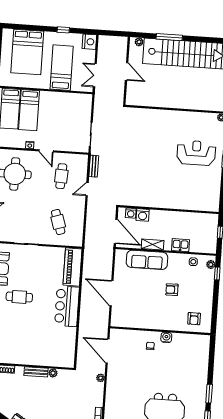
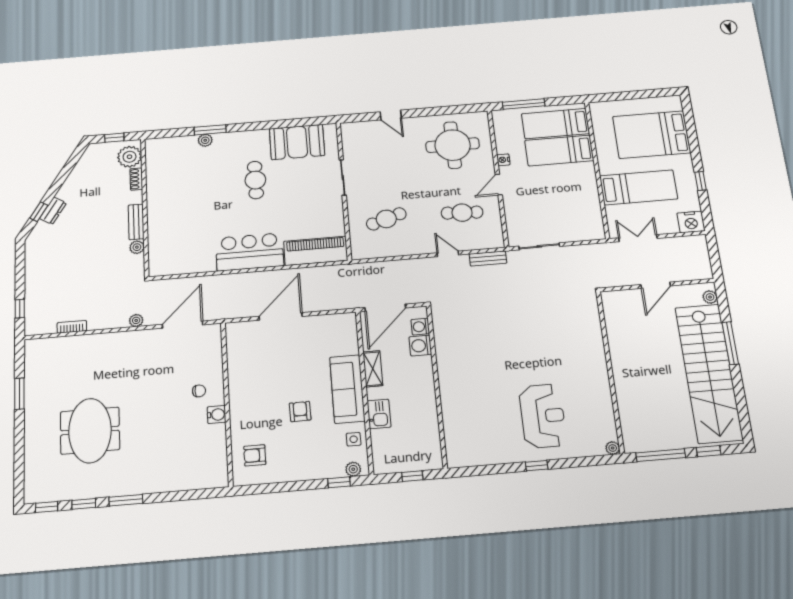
sofa: (147, 260) -> (347, 389), moved

